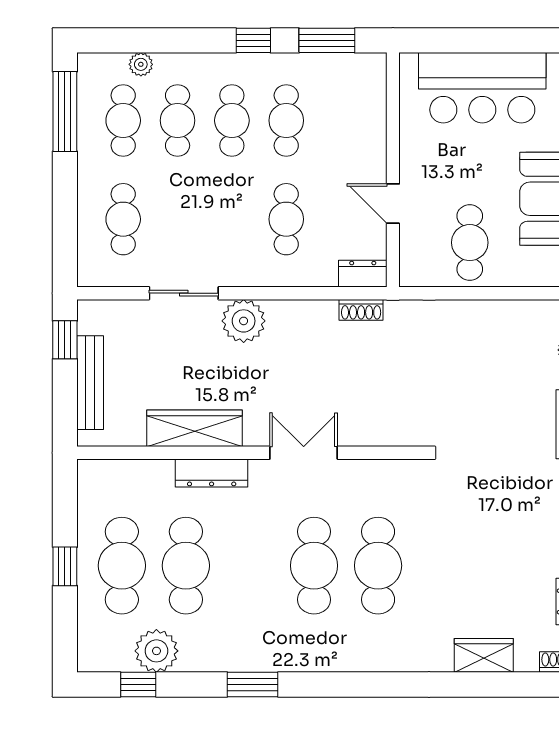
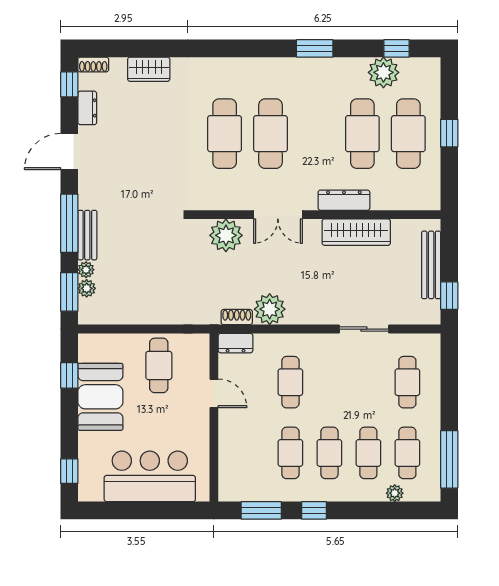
plant: (244, 321) -> (270, 309), moved
plant: (376, 424) -> (226, 235), added

